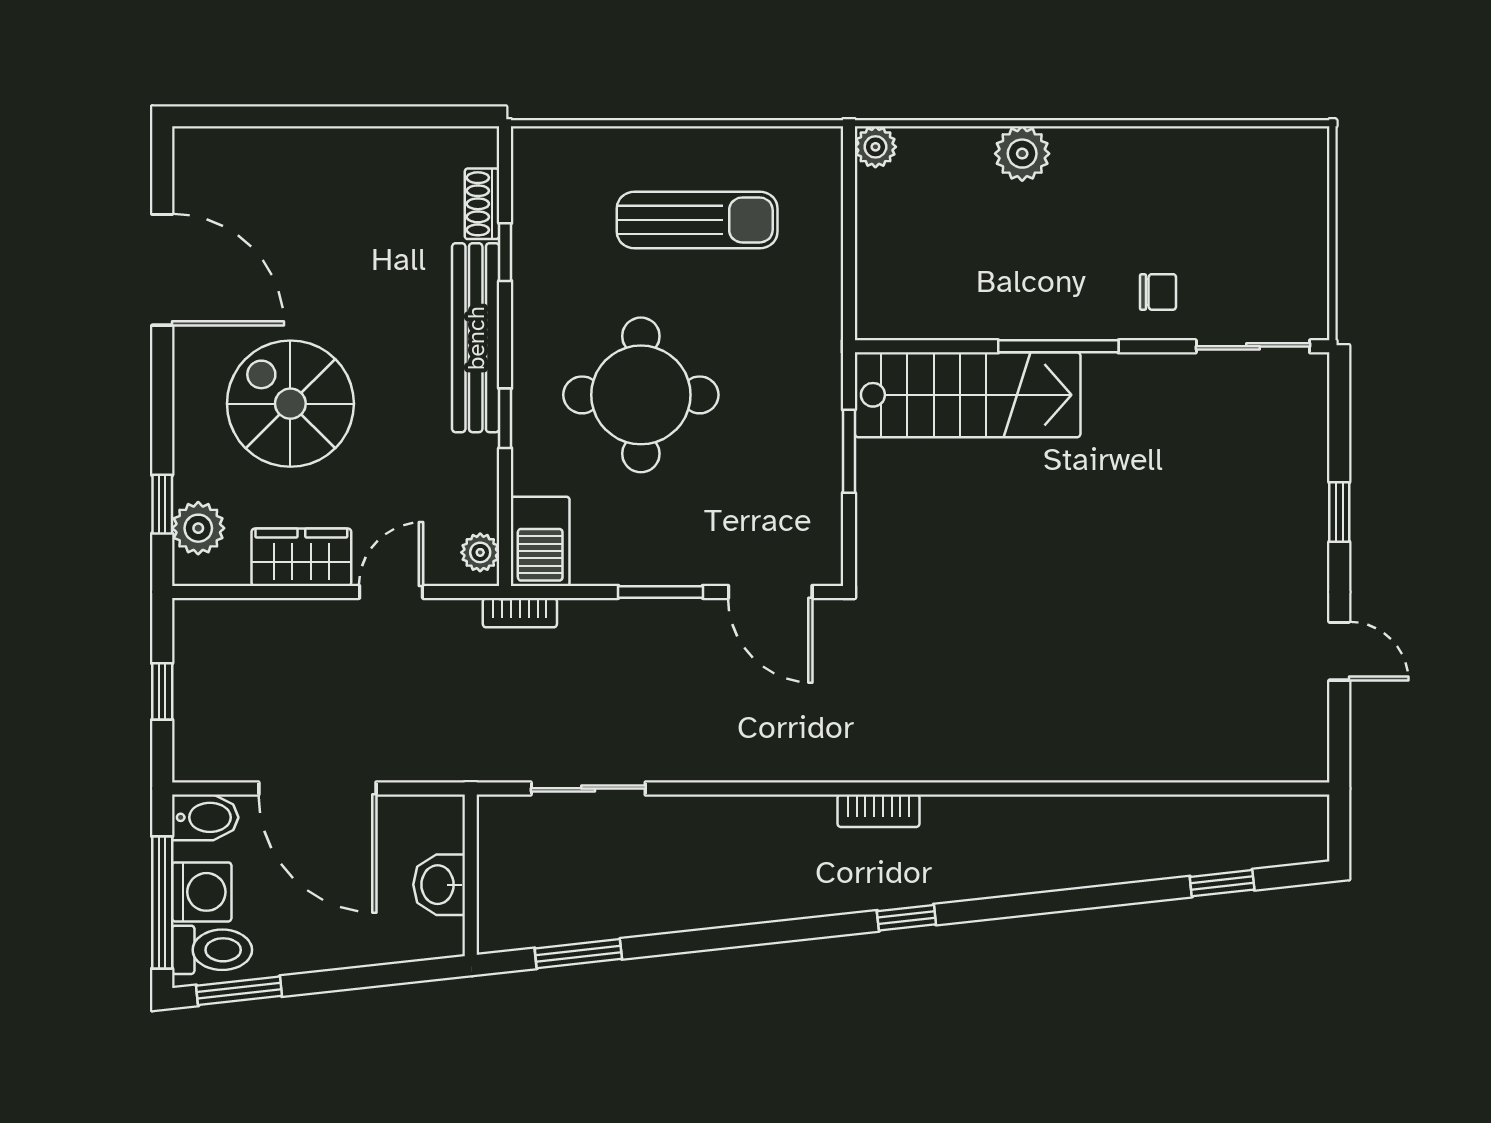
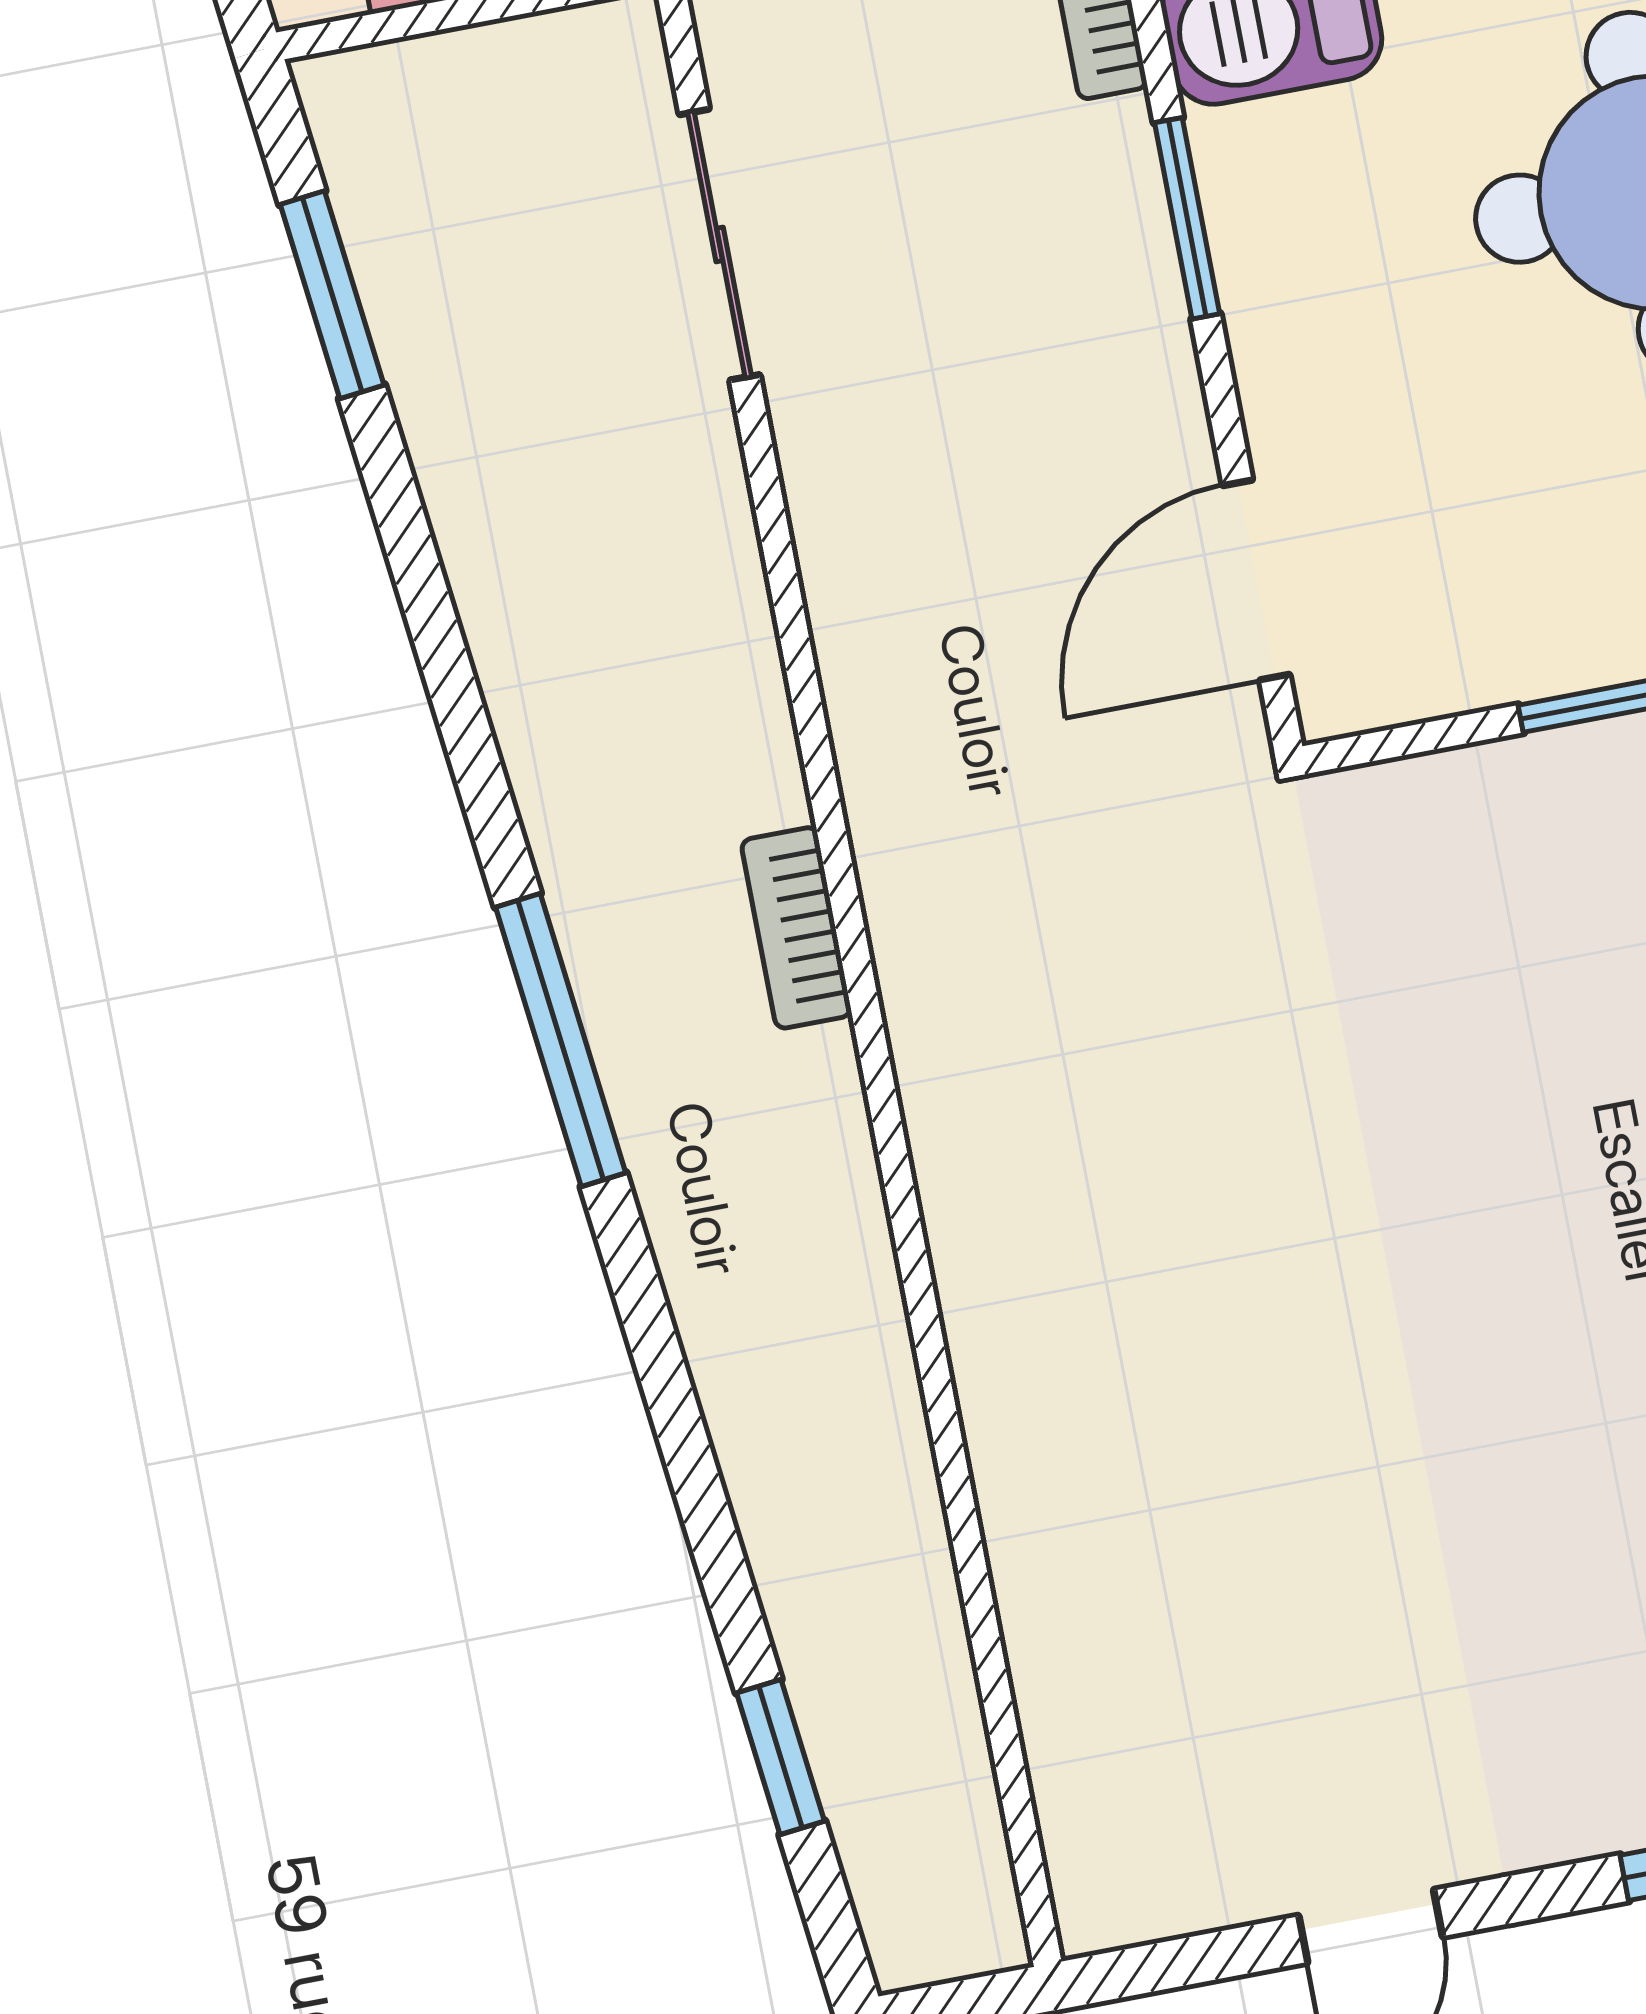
window: (660, 592) -> (1187, 218), moved
window: (906, 918) -> (561, 1040), width x2.17

